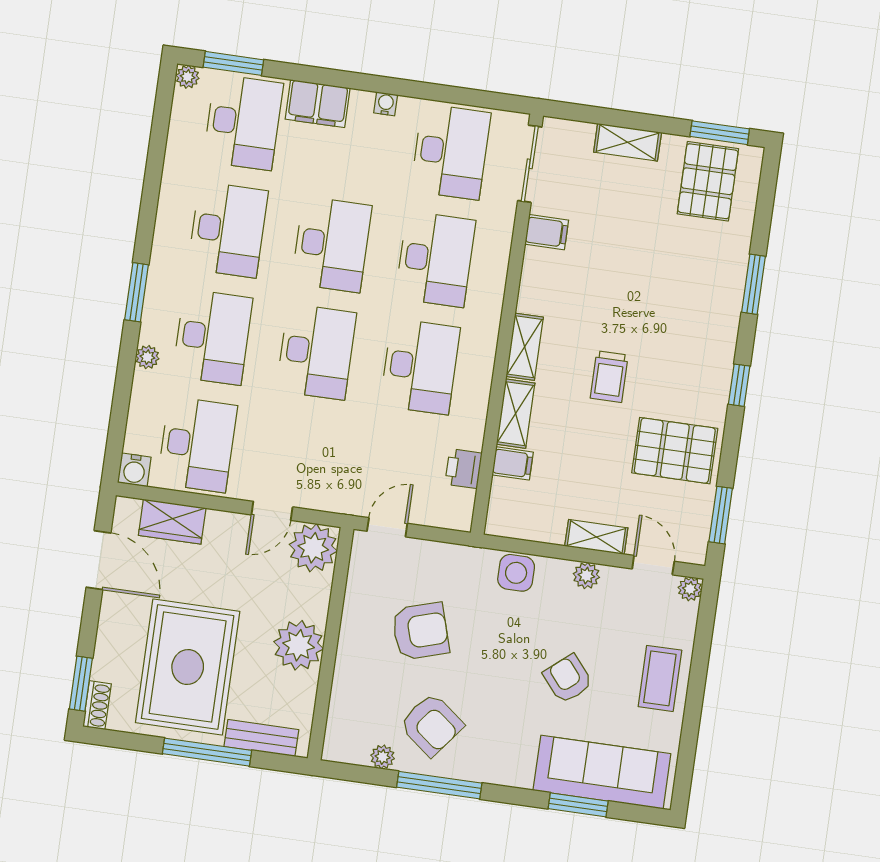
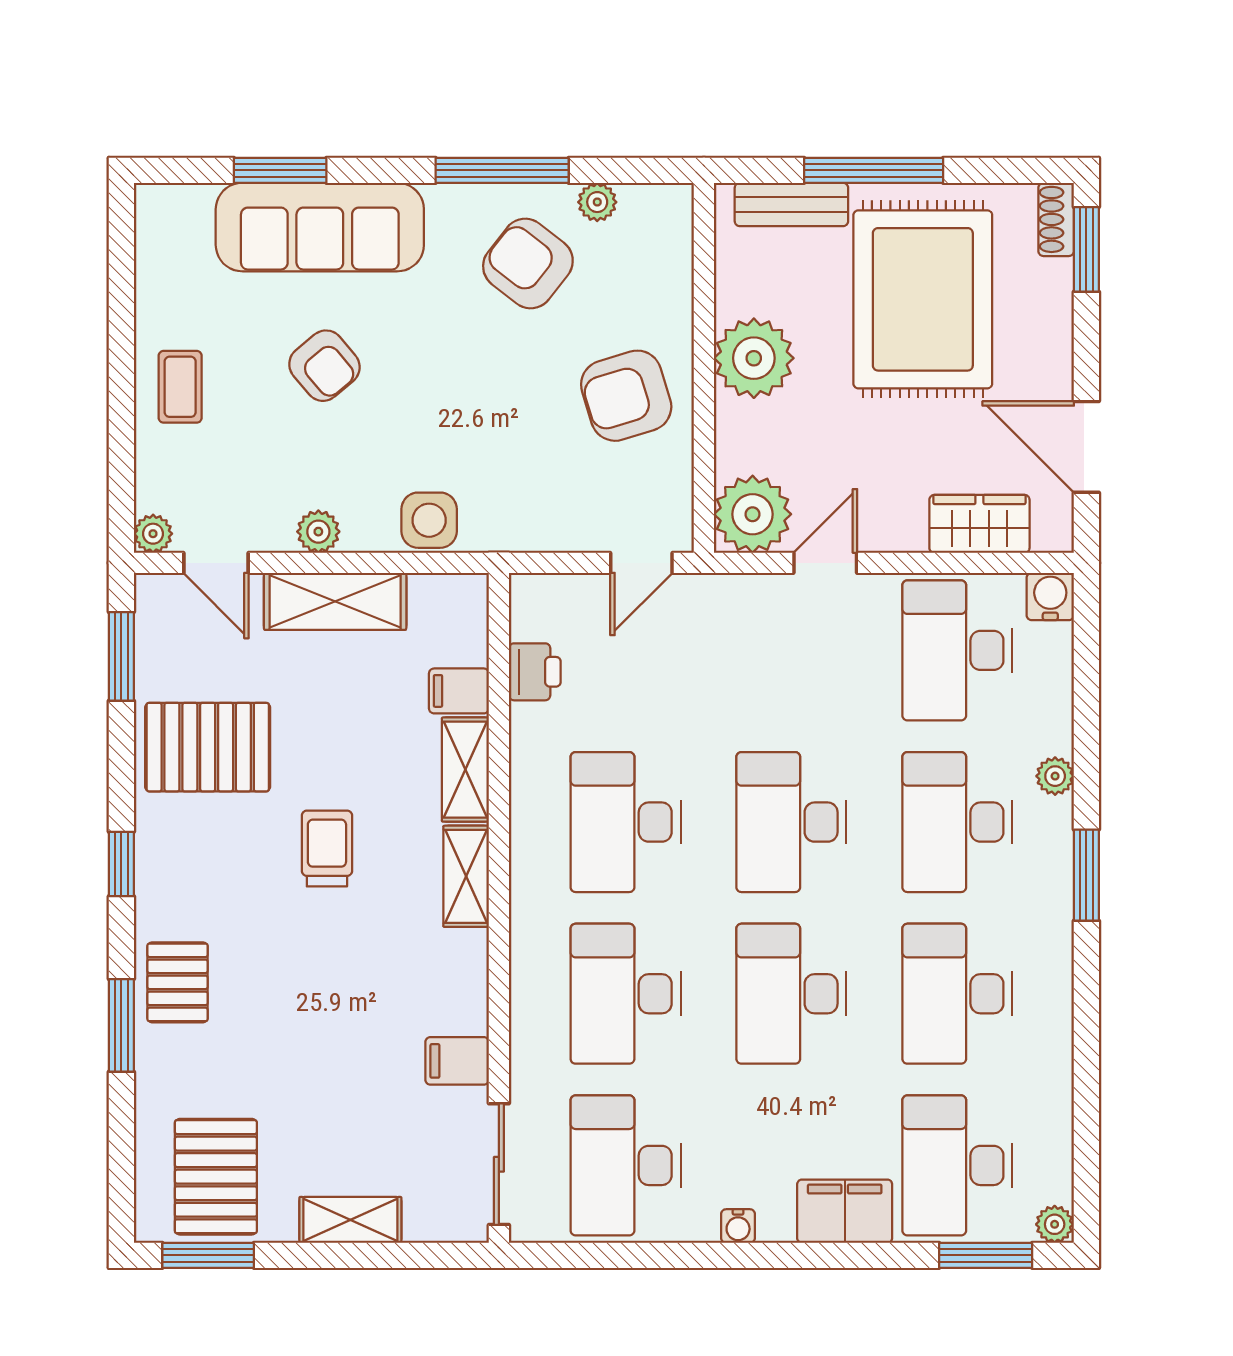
pallet: (715, 306) -> (178, 982), added
shelving: (596, 537) -> (335, 601), width x1.50, depth x1.33
armchair: (420, 631) -> (626, 396), moved
coffee table: (660, 678) -> (180, 387), width x0.73, depth x0.77
sofa: (602, 772) -> (320, 227), moved

